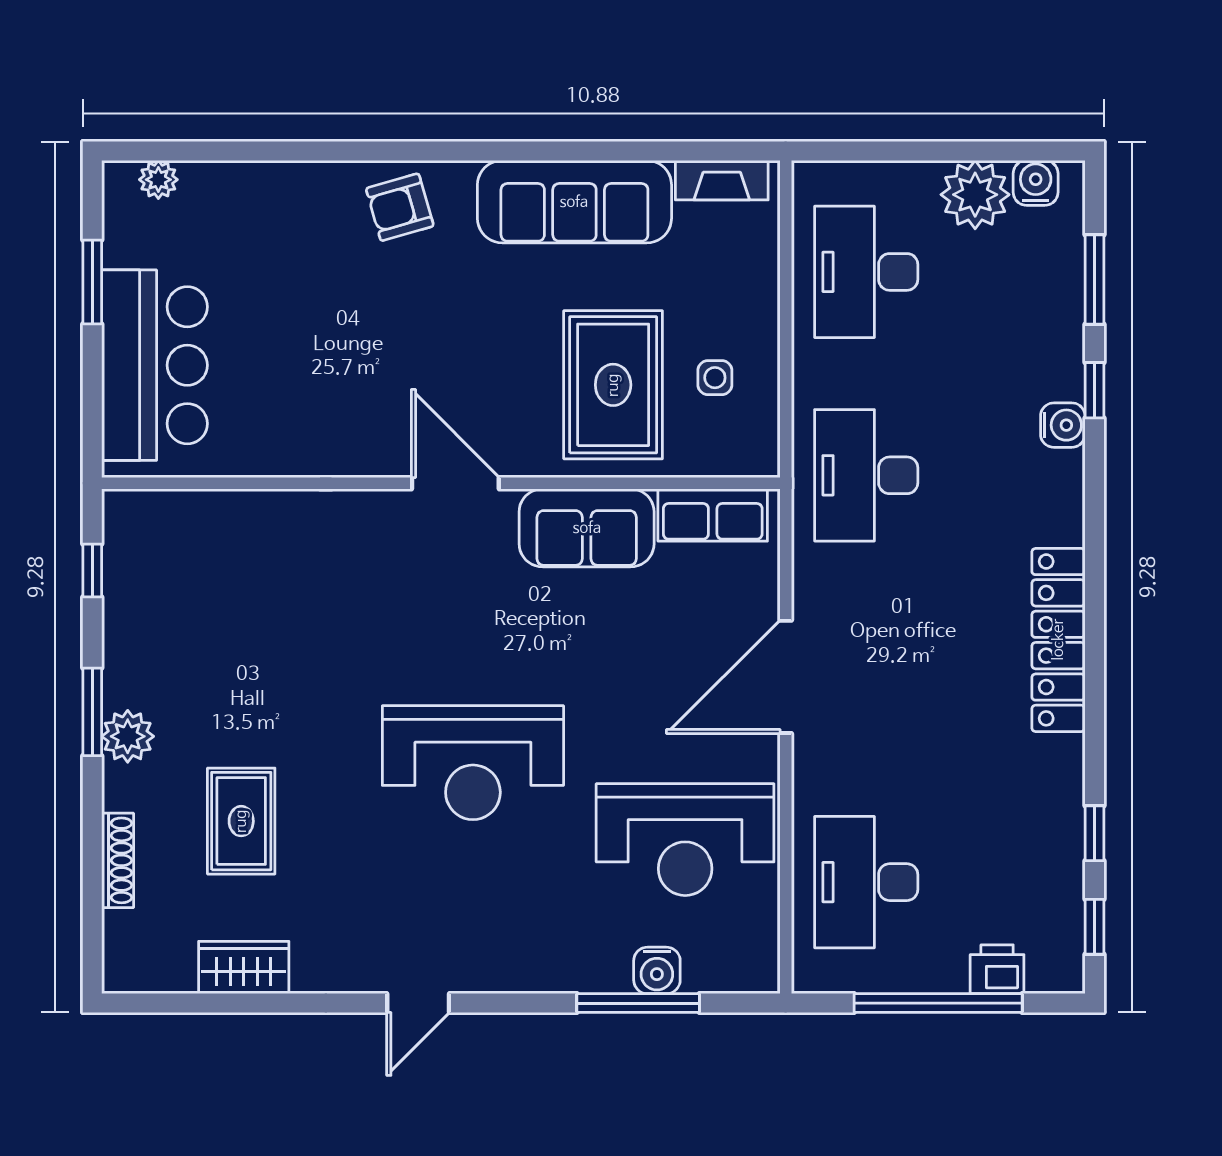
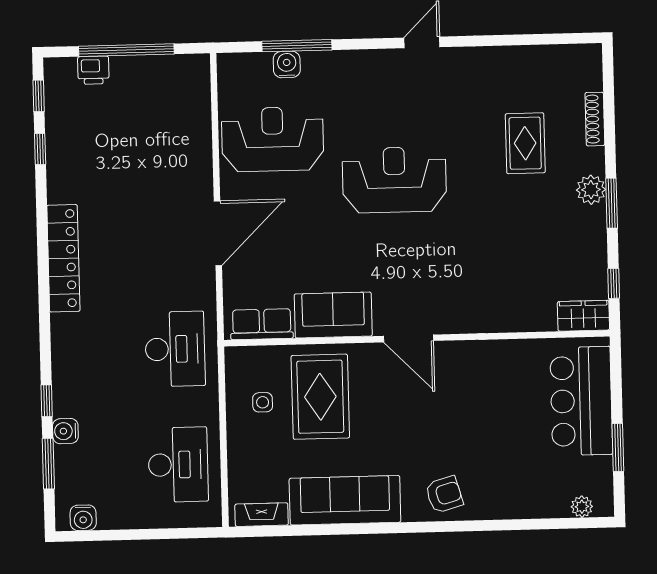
plant: (975, 195) -> (117, 510), removed
water cooler: (1063, 425) -> (65, 431), moved
desk: (866, 882) -> (169, 118), removed
wardrobe: (244, 967) -> (583, 316), moved, turned 180

